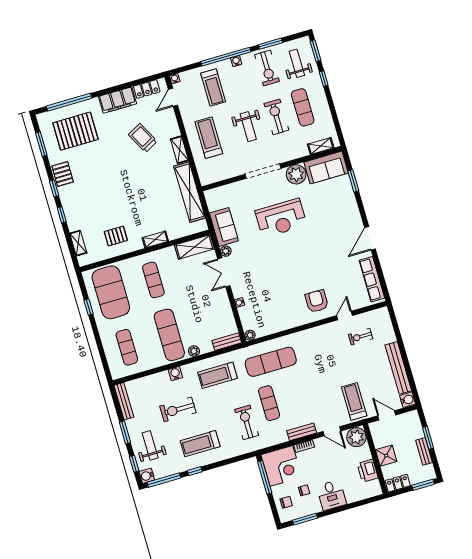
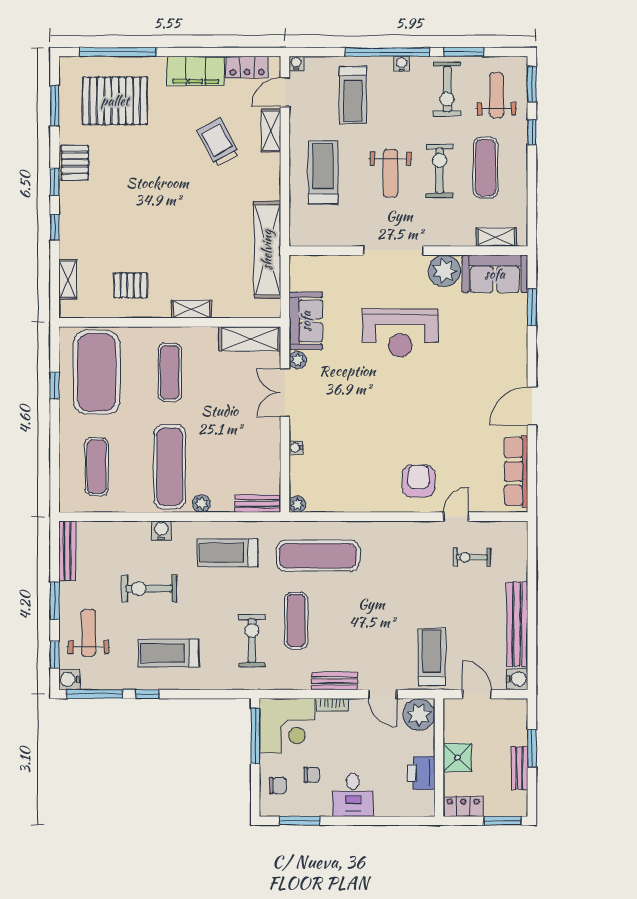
shelving: (180, 150) -> (271, 131), moved

